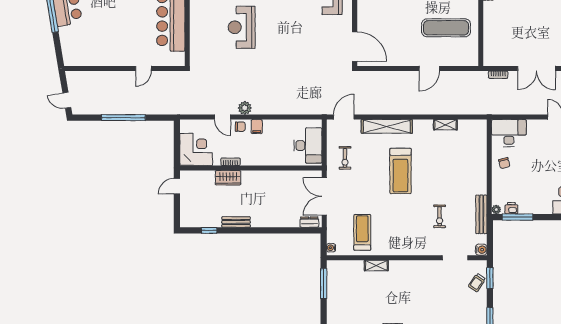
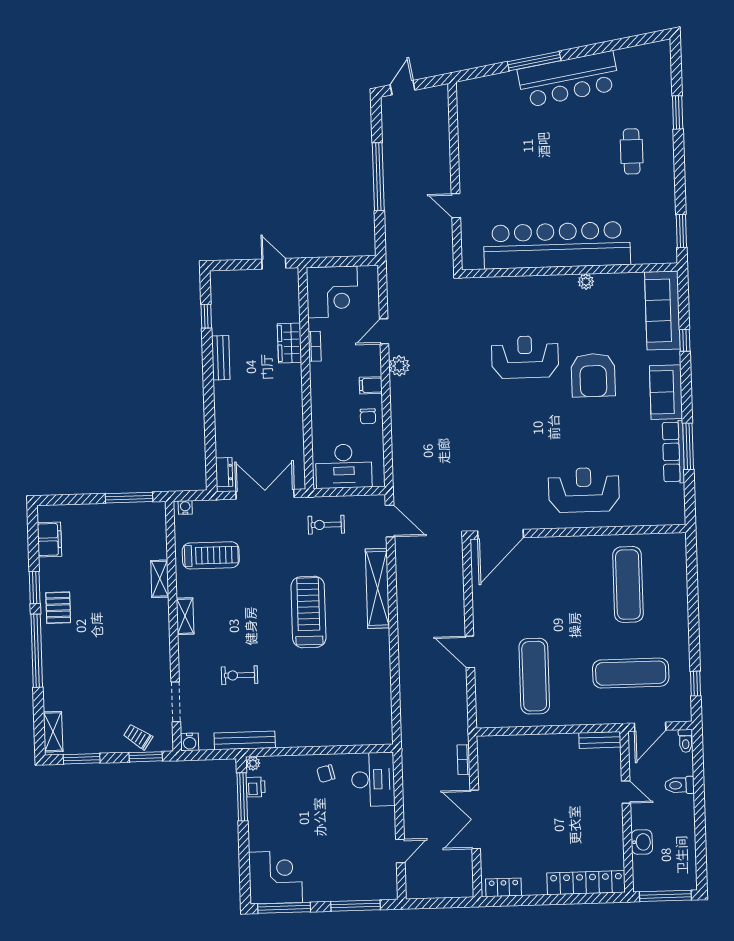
shelving: (445, 125) -> (185, 616), moved
chair: (240, 127) -> (368, 416), moved
treadmill: (400, 171) -> (308, 612), turned 90

